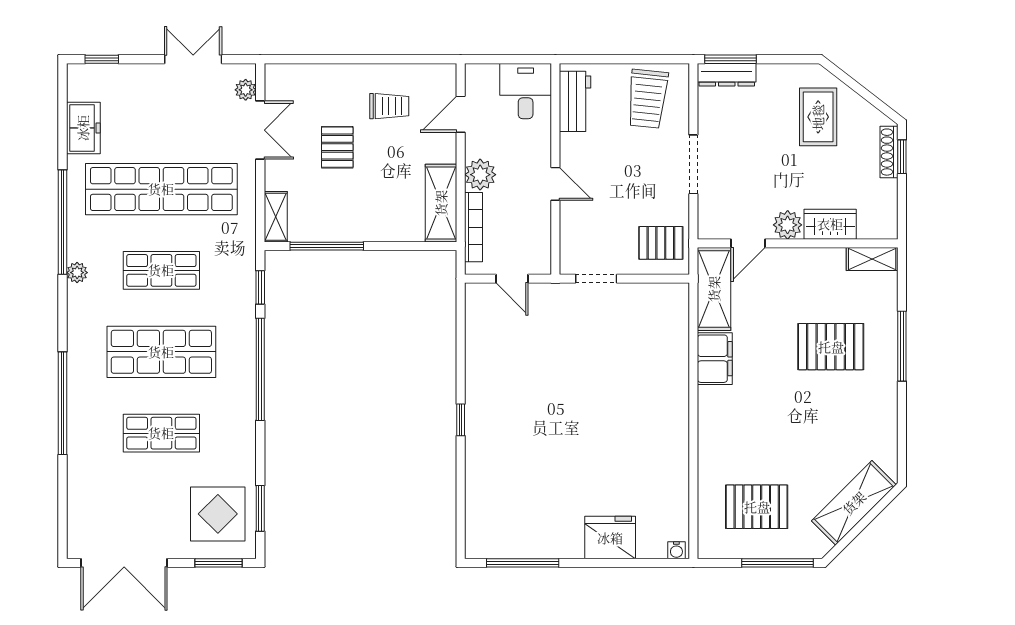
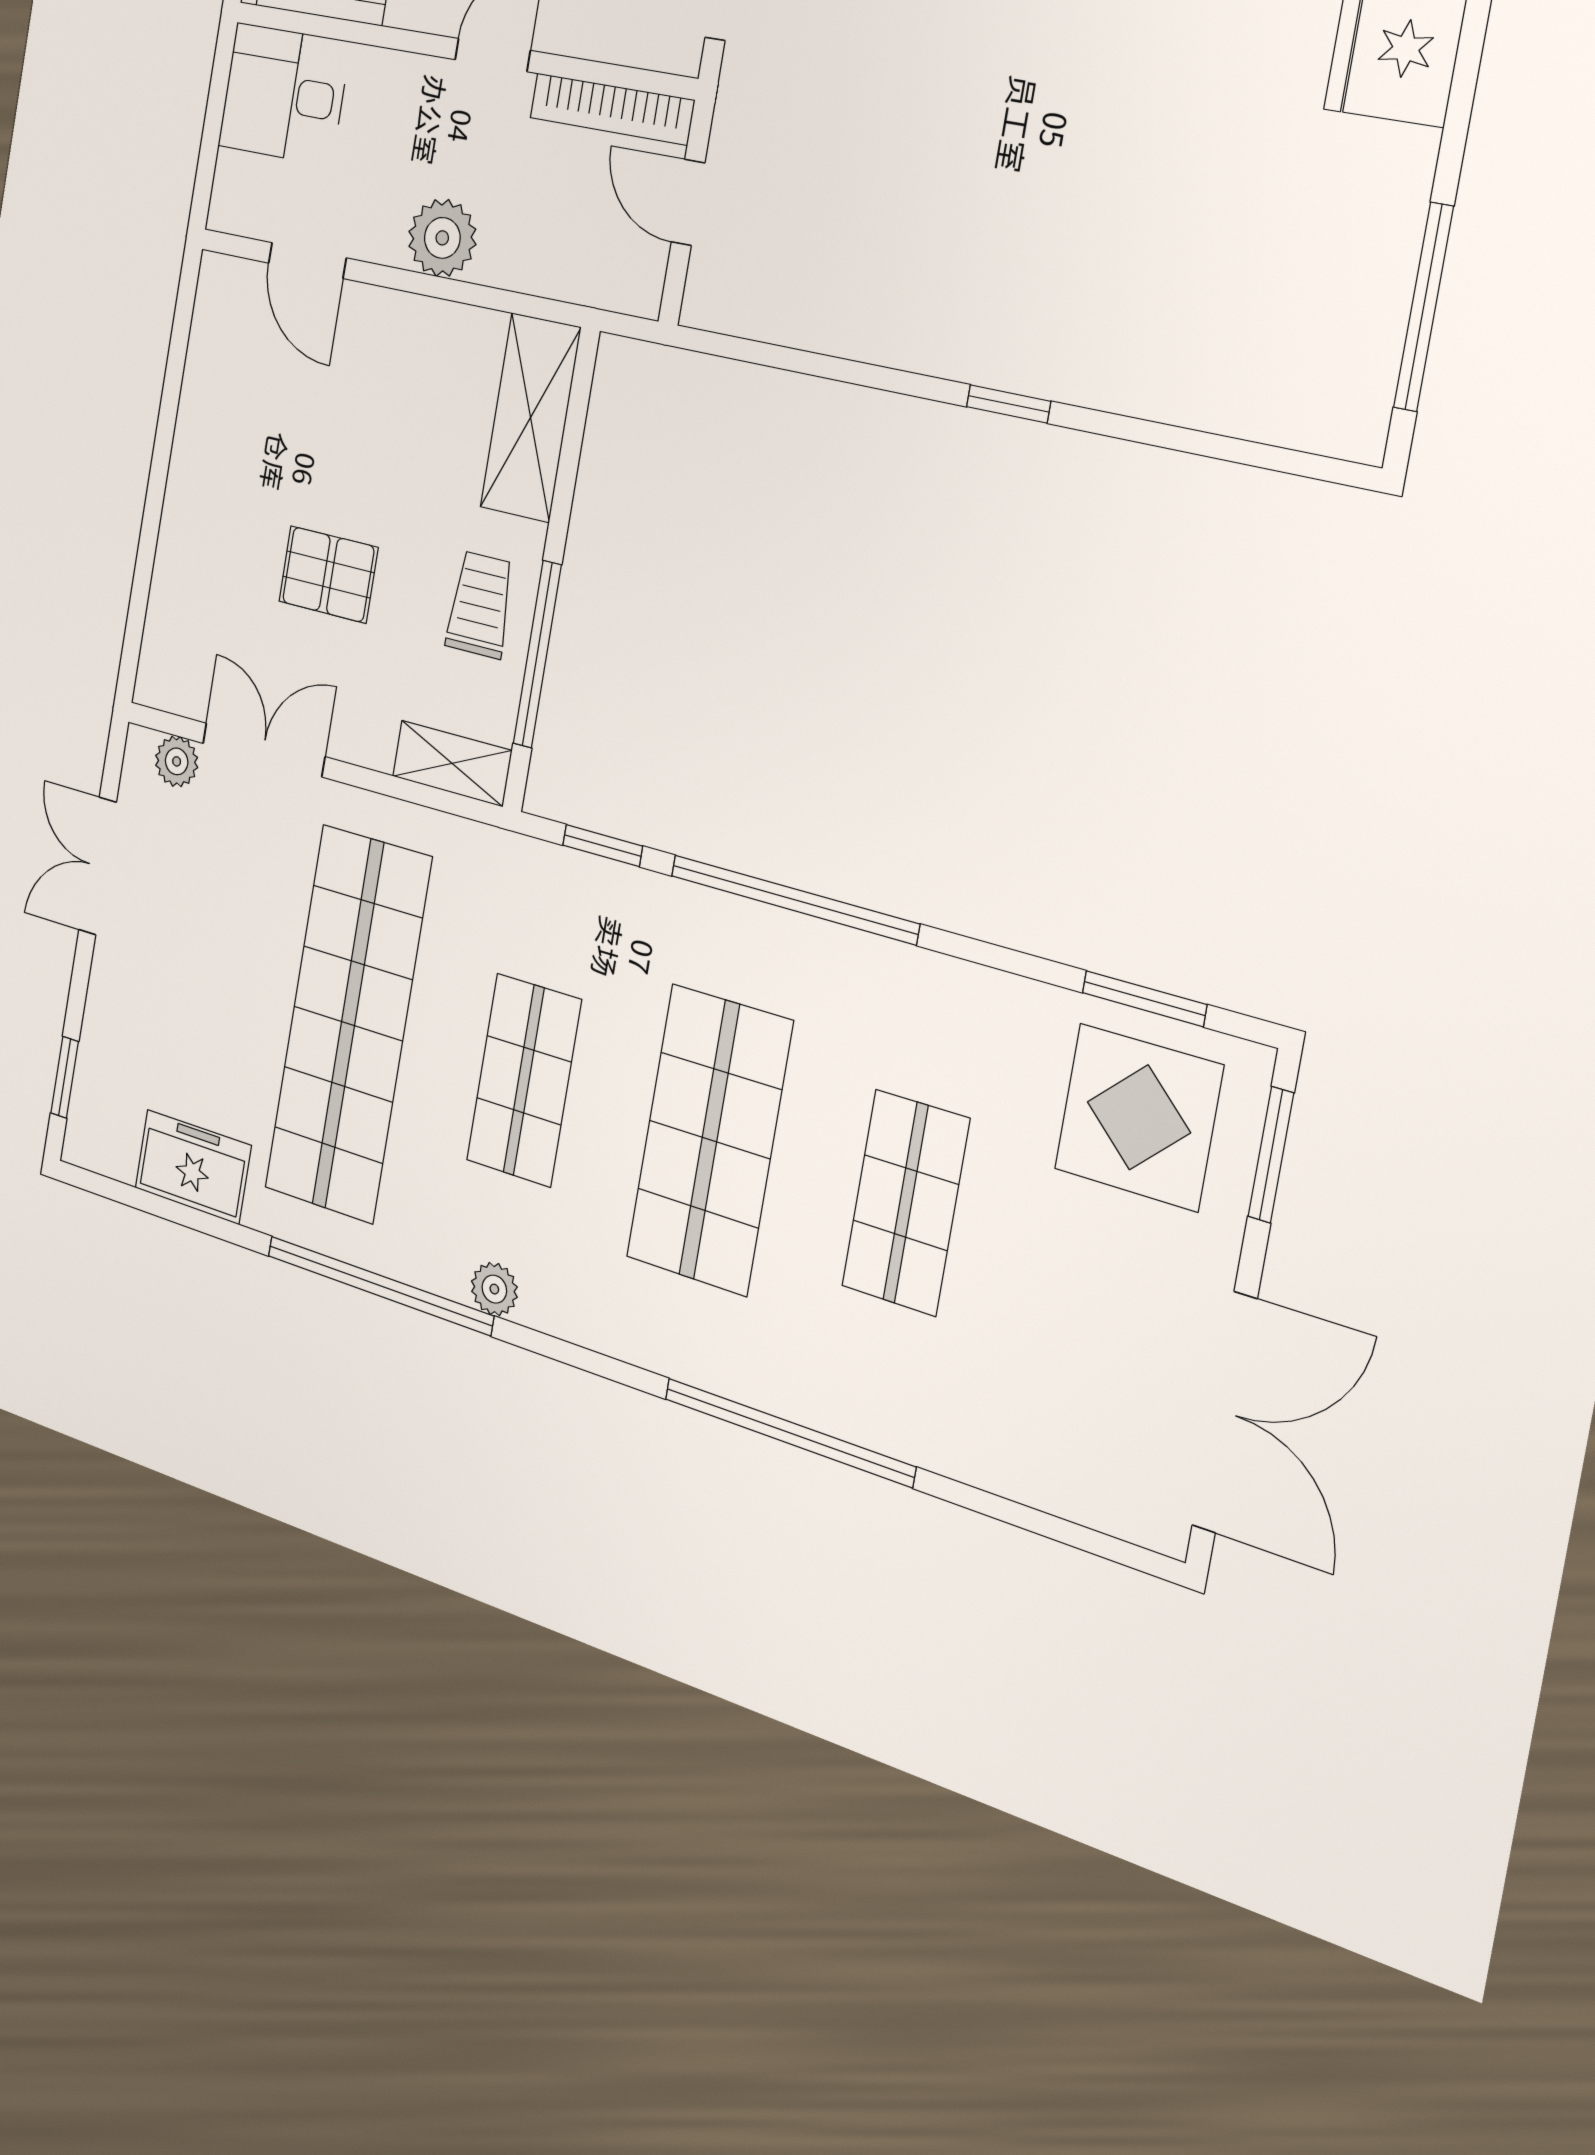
trolley: (389, 106) -> (480, 605), moved
shelving: (441, 203) -> (531, 417), moved, turned 90
bookcase: (474, 227) -> (612, 109), moved, turned 180
door: (512, 279) -> (688, 202), swing flipped

